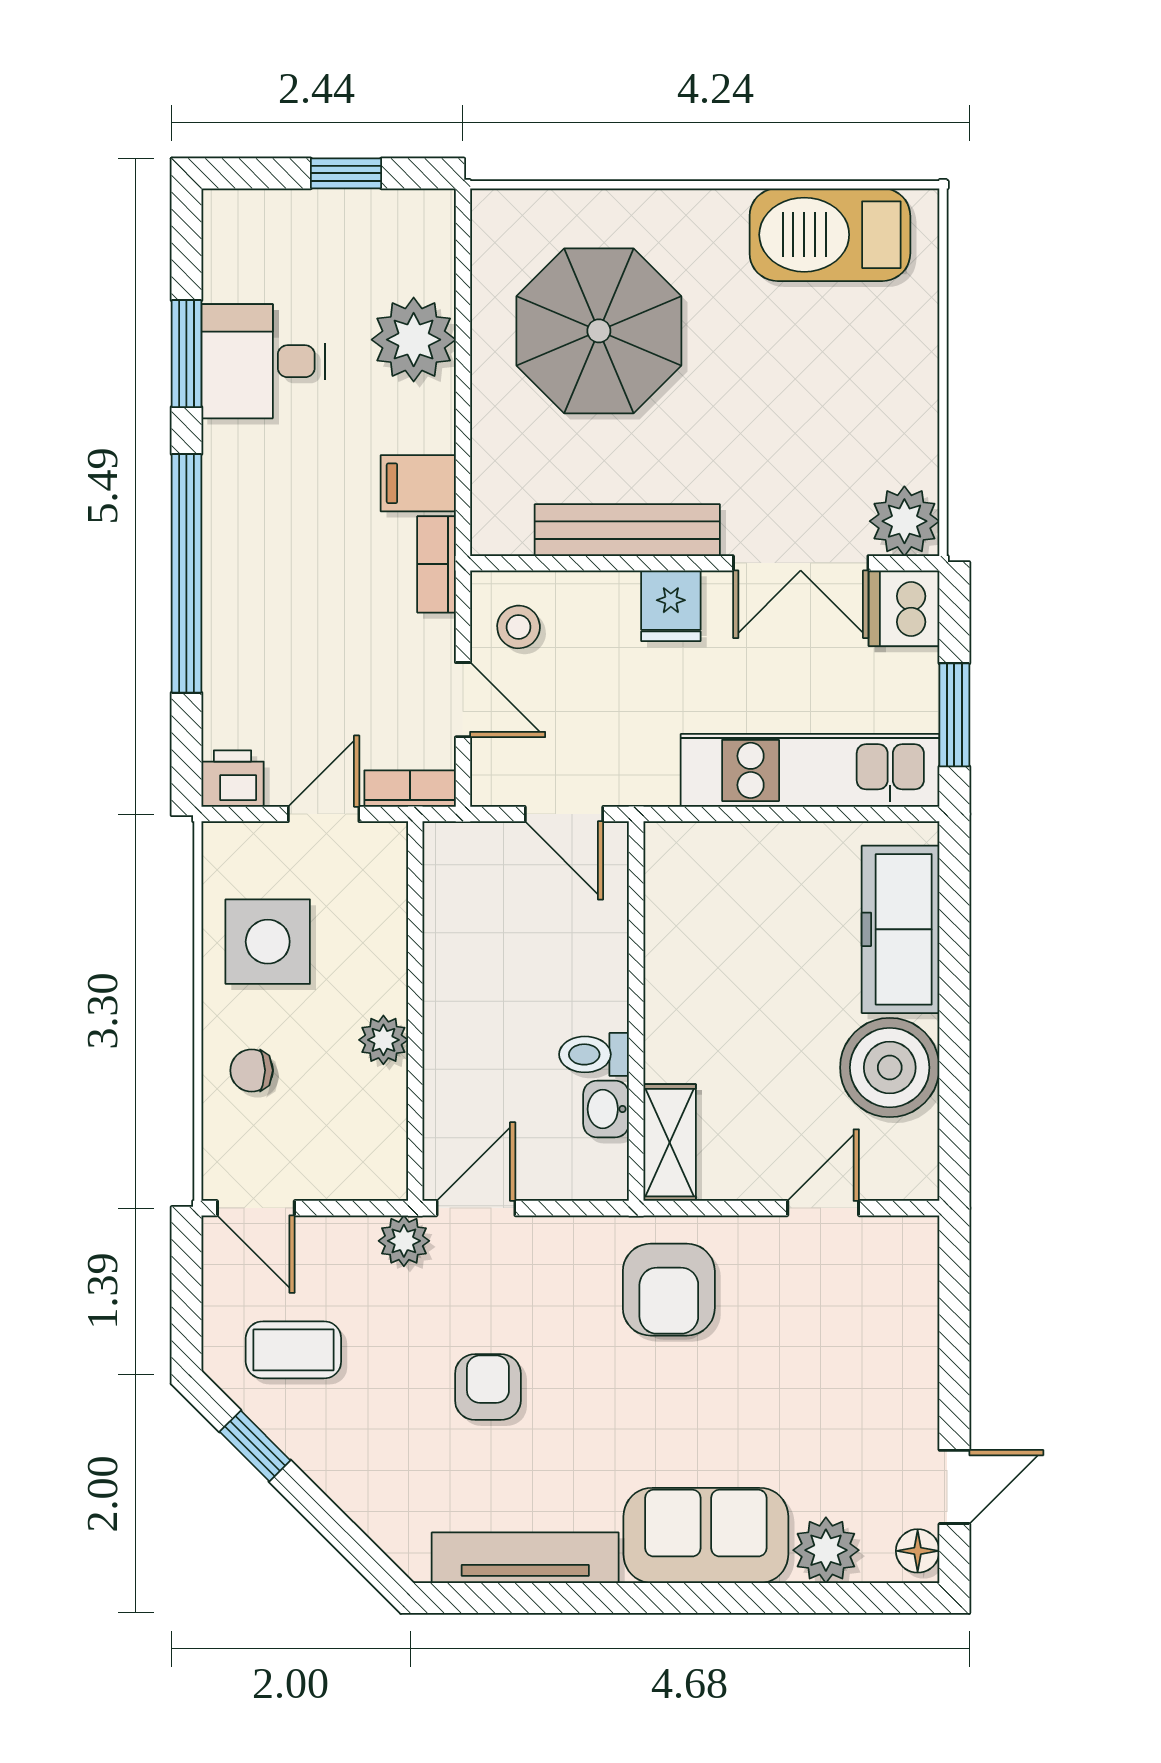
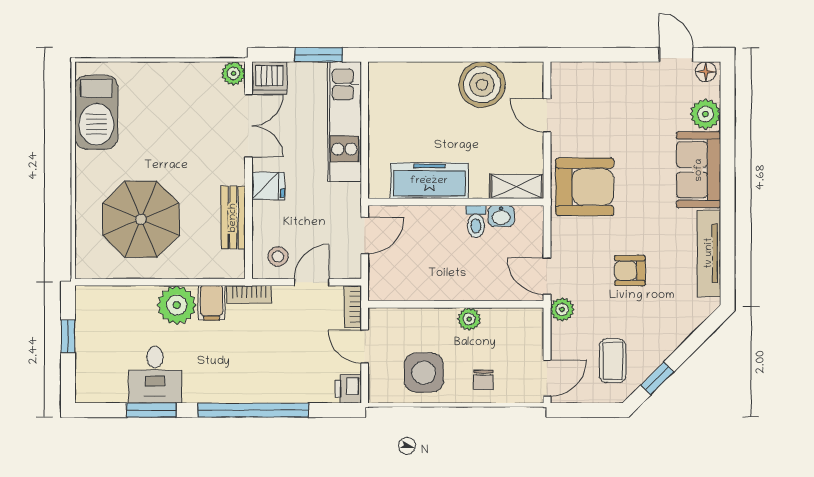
plant: (414, 340) -> (177, 305), moved
plant: (904, 521) -> (233, 73), width x0.73, depth x0.73
bench: (627, 530) -> (233, 218), width x0.73
freezer: (901, 929) -> (429, 181), moved, turned 180
armchair: (669, 1290) -> (585, 187), width x1.36, depth x1.36

